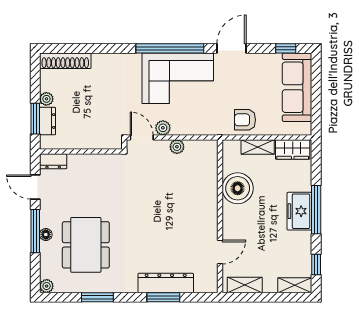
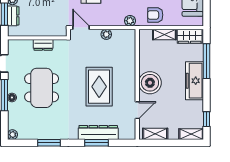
plant: (163, 128) -> (130, 21), moved
dresser: (53, 161) -> (43, 45), moved
boiler: (238, 188) -> (150, 83), moved
window: (316, 210) -> (206, 61), moved
freezer: (299, 211) -> (194, 81), width x1.40
rug: (167, 219) -> (99, 87), added
dining table: (86, 245) -> (42, 88), moved

